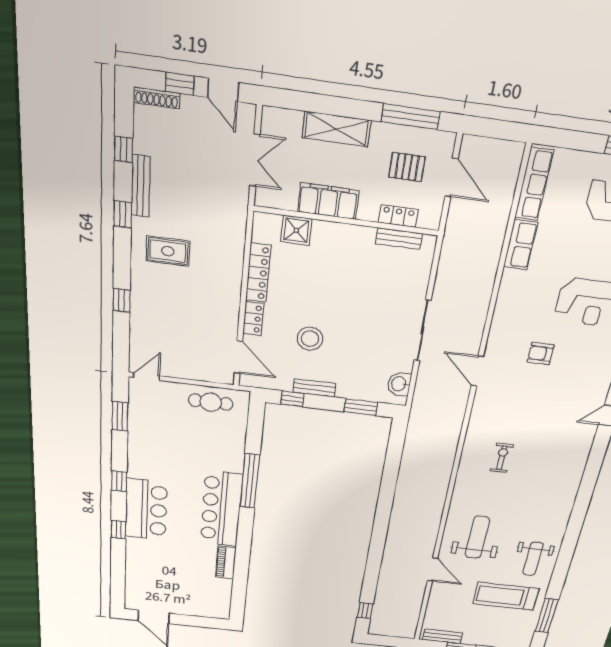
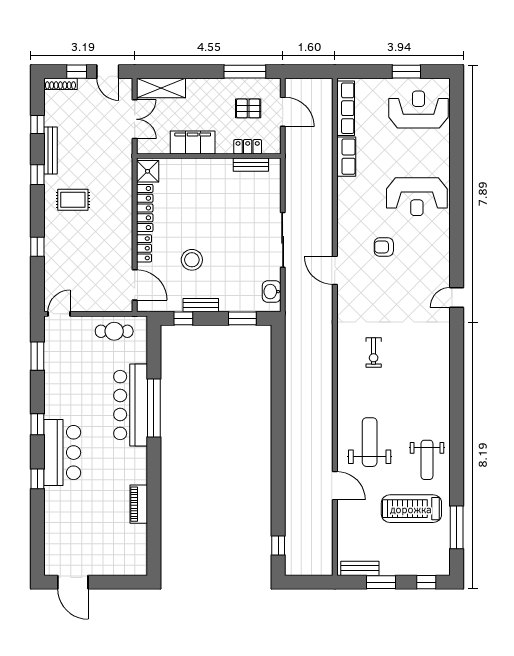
shelving: (336, 129) -> (161, 88), moved
shower: (296, 230) -> (148, 171), moved
exercise bike: (502, 458) -> (374, 352), turned 180
bar counter: (221, 509) -> (131, 405), moved

